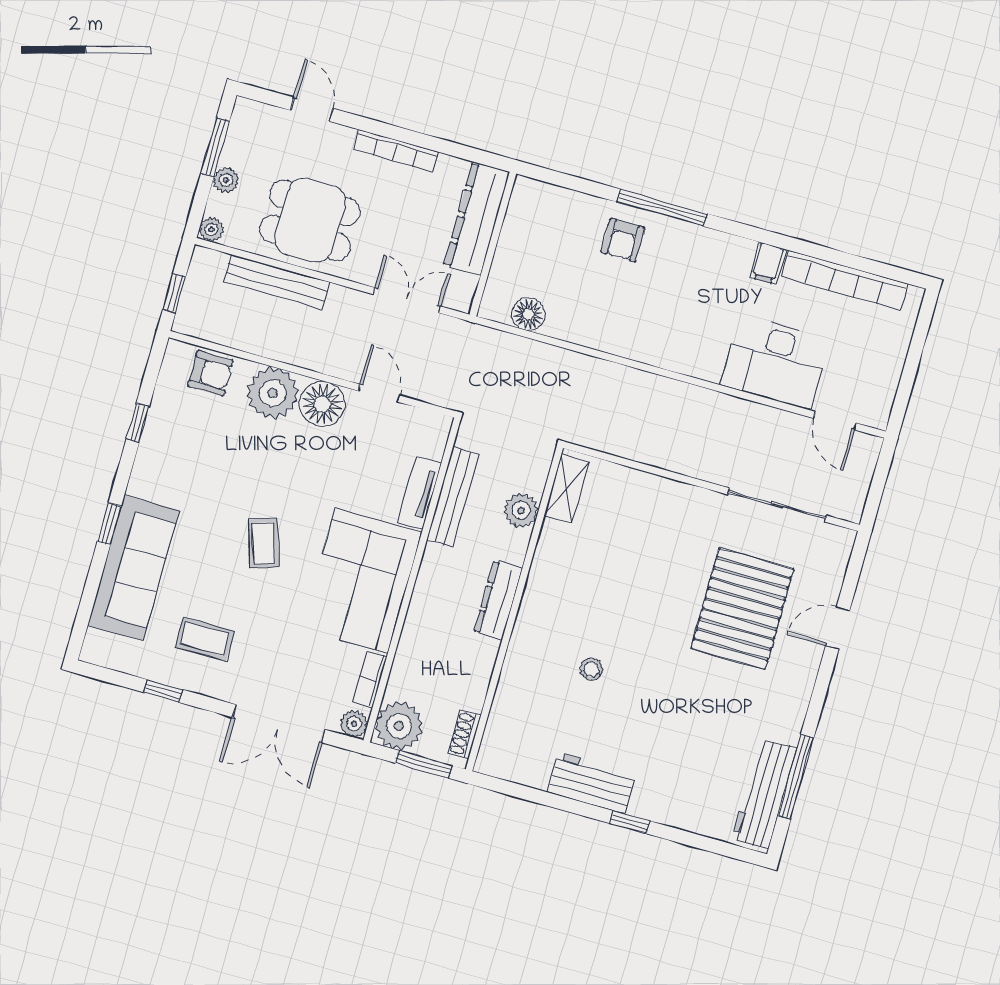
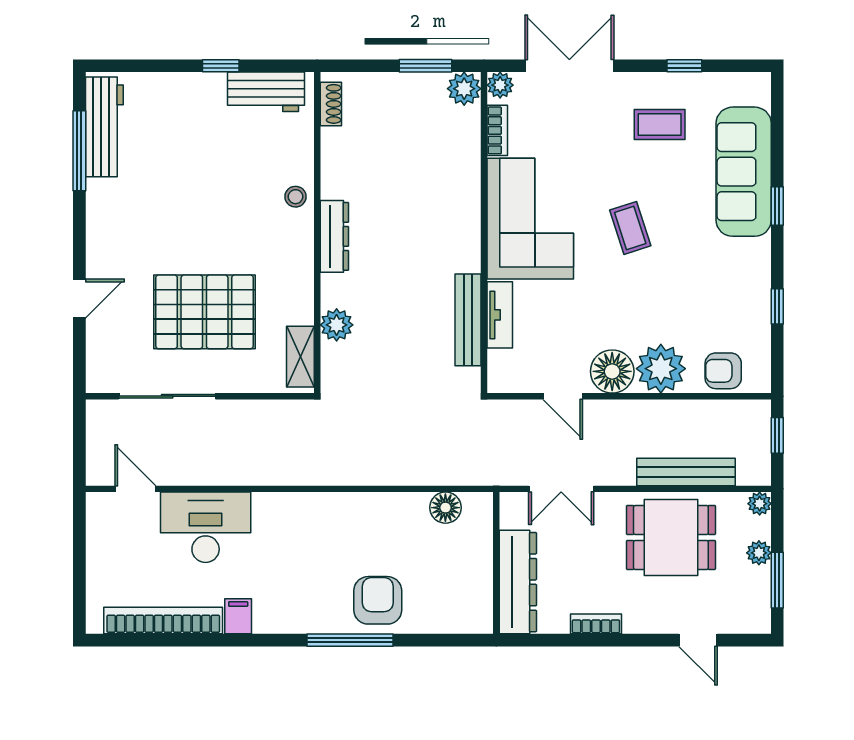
bookcase: (396, 151) -> (596, 624), width x0.64
armchair: (623, 240) -> (378, 600), width x1.38, depth x1.38
shelving: (566, 489) -> (300, 357), moved
plant: (521, 510) -> (337, 325), moved
dresser: (498, 600) -> (334, 236), moved
wall: (514, 609) -> (317, 233), moved
pallet: (742, 609) -> (205, 312), moved, turned 90
plant: (399, 726) -> (464, 89), width x0.73, depth x0.73
shoe rack: (464, 734) -> (331, 104), moved

